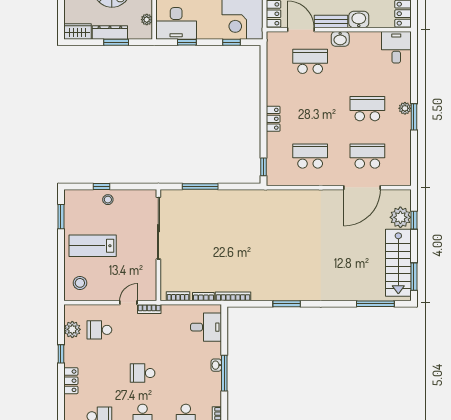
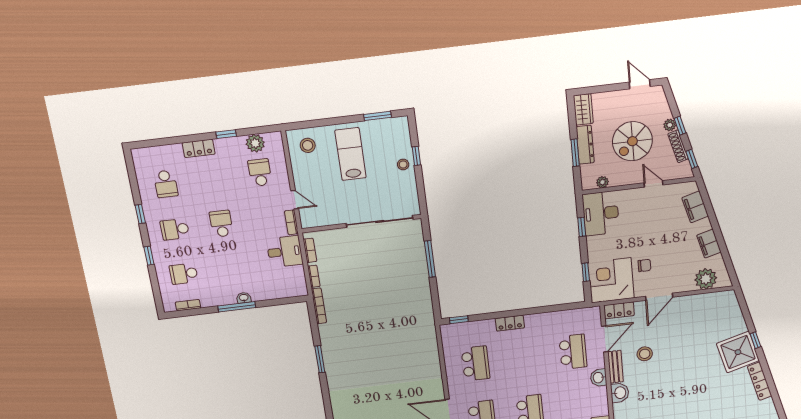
desk: (206, 327) -> (285, 252), moved, turned -90

